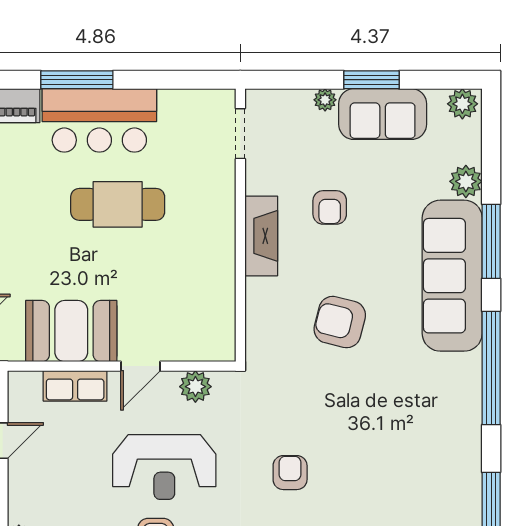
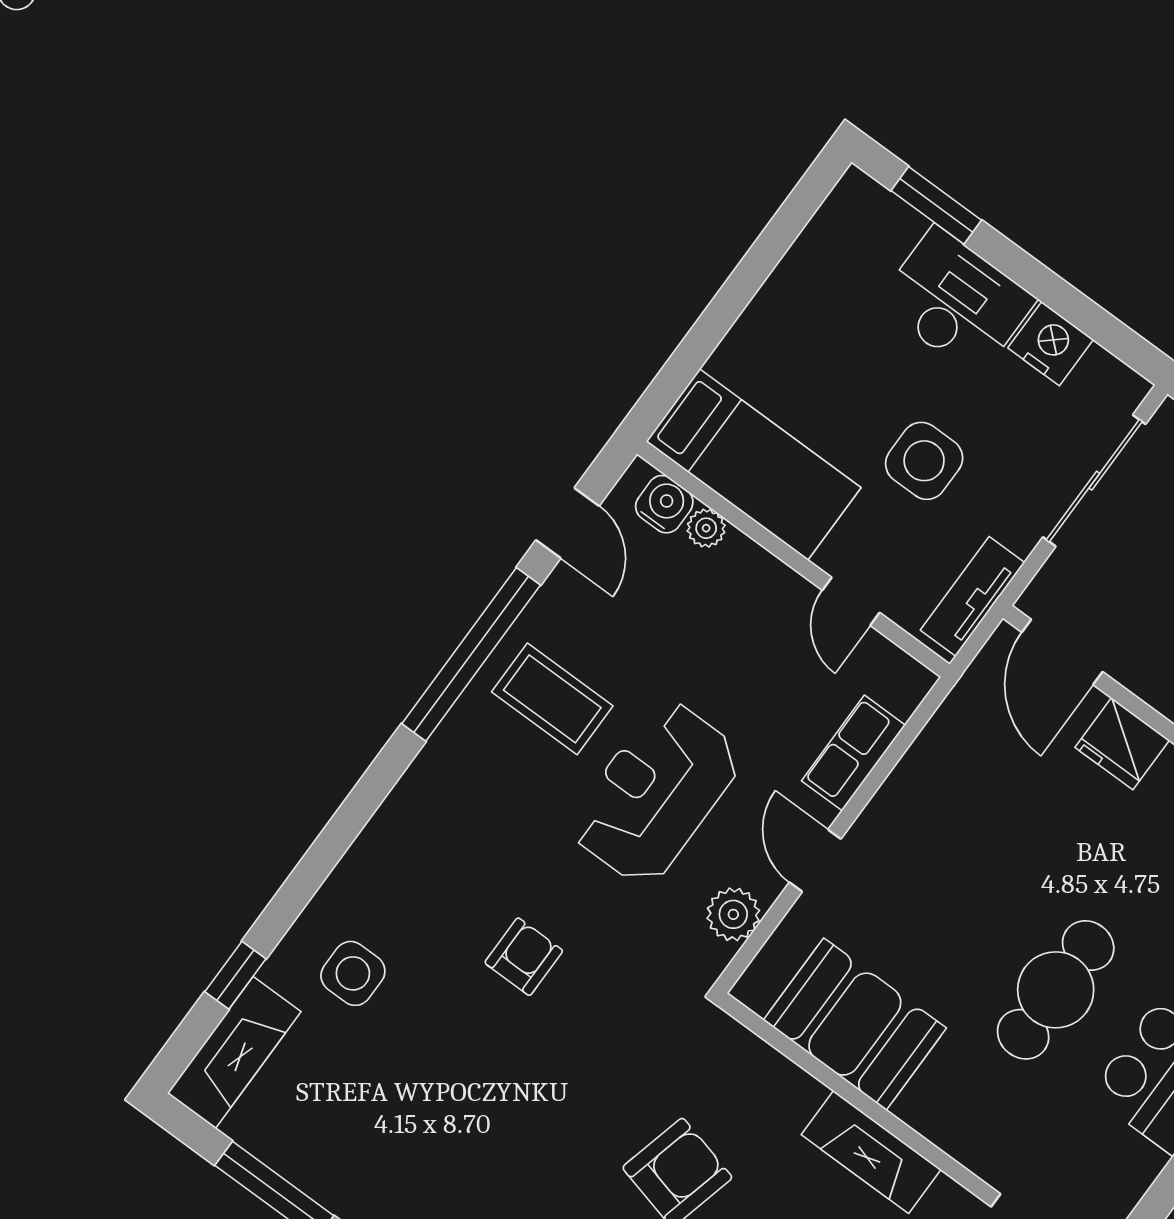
booth: (71, 331) -> (855, 1024), moved, turned 90
armchair: (290, 473) -> (524, 957), turned -90

